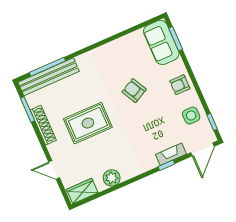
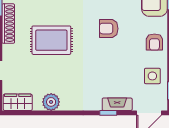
armchair: (180, 85) -> (154, 42), turned -90
armchair: (134, 91) -> (109, 29), turned -62

